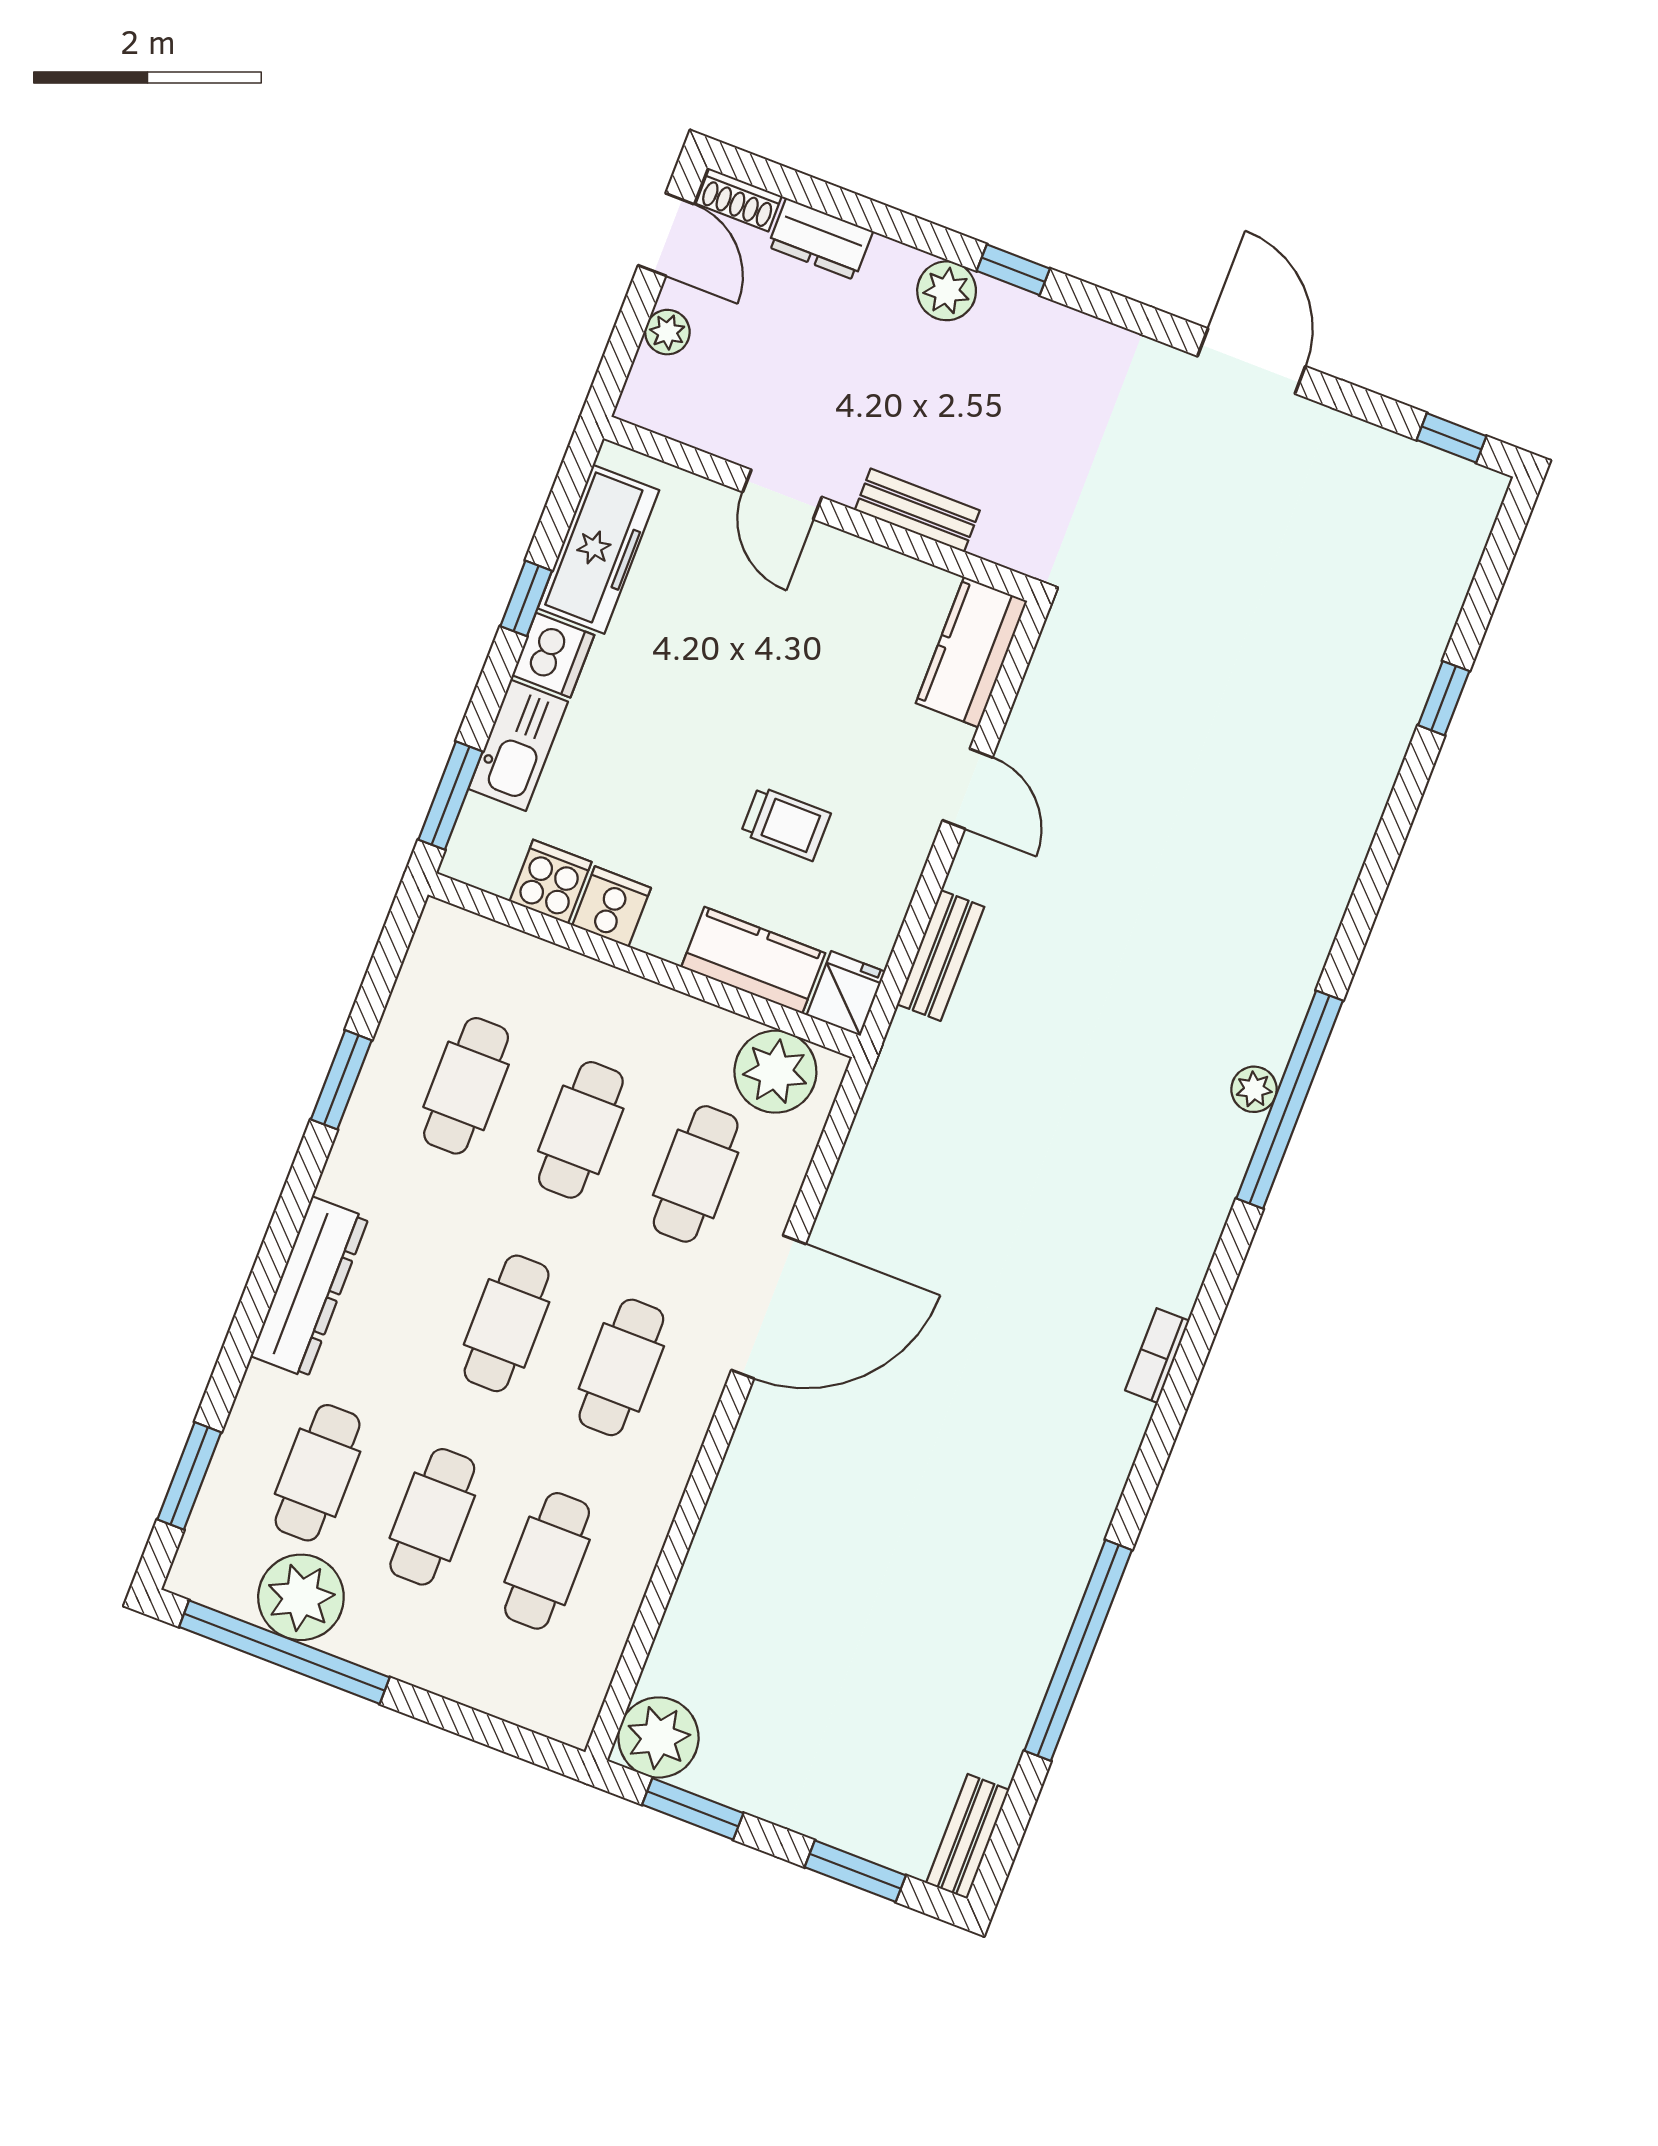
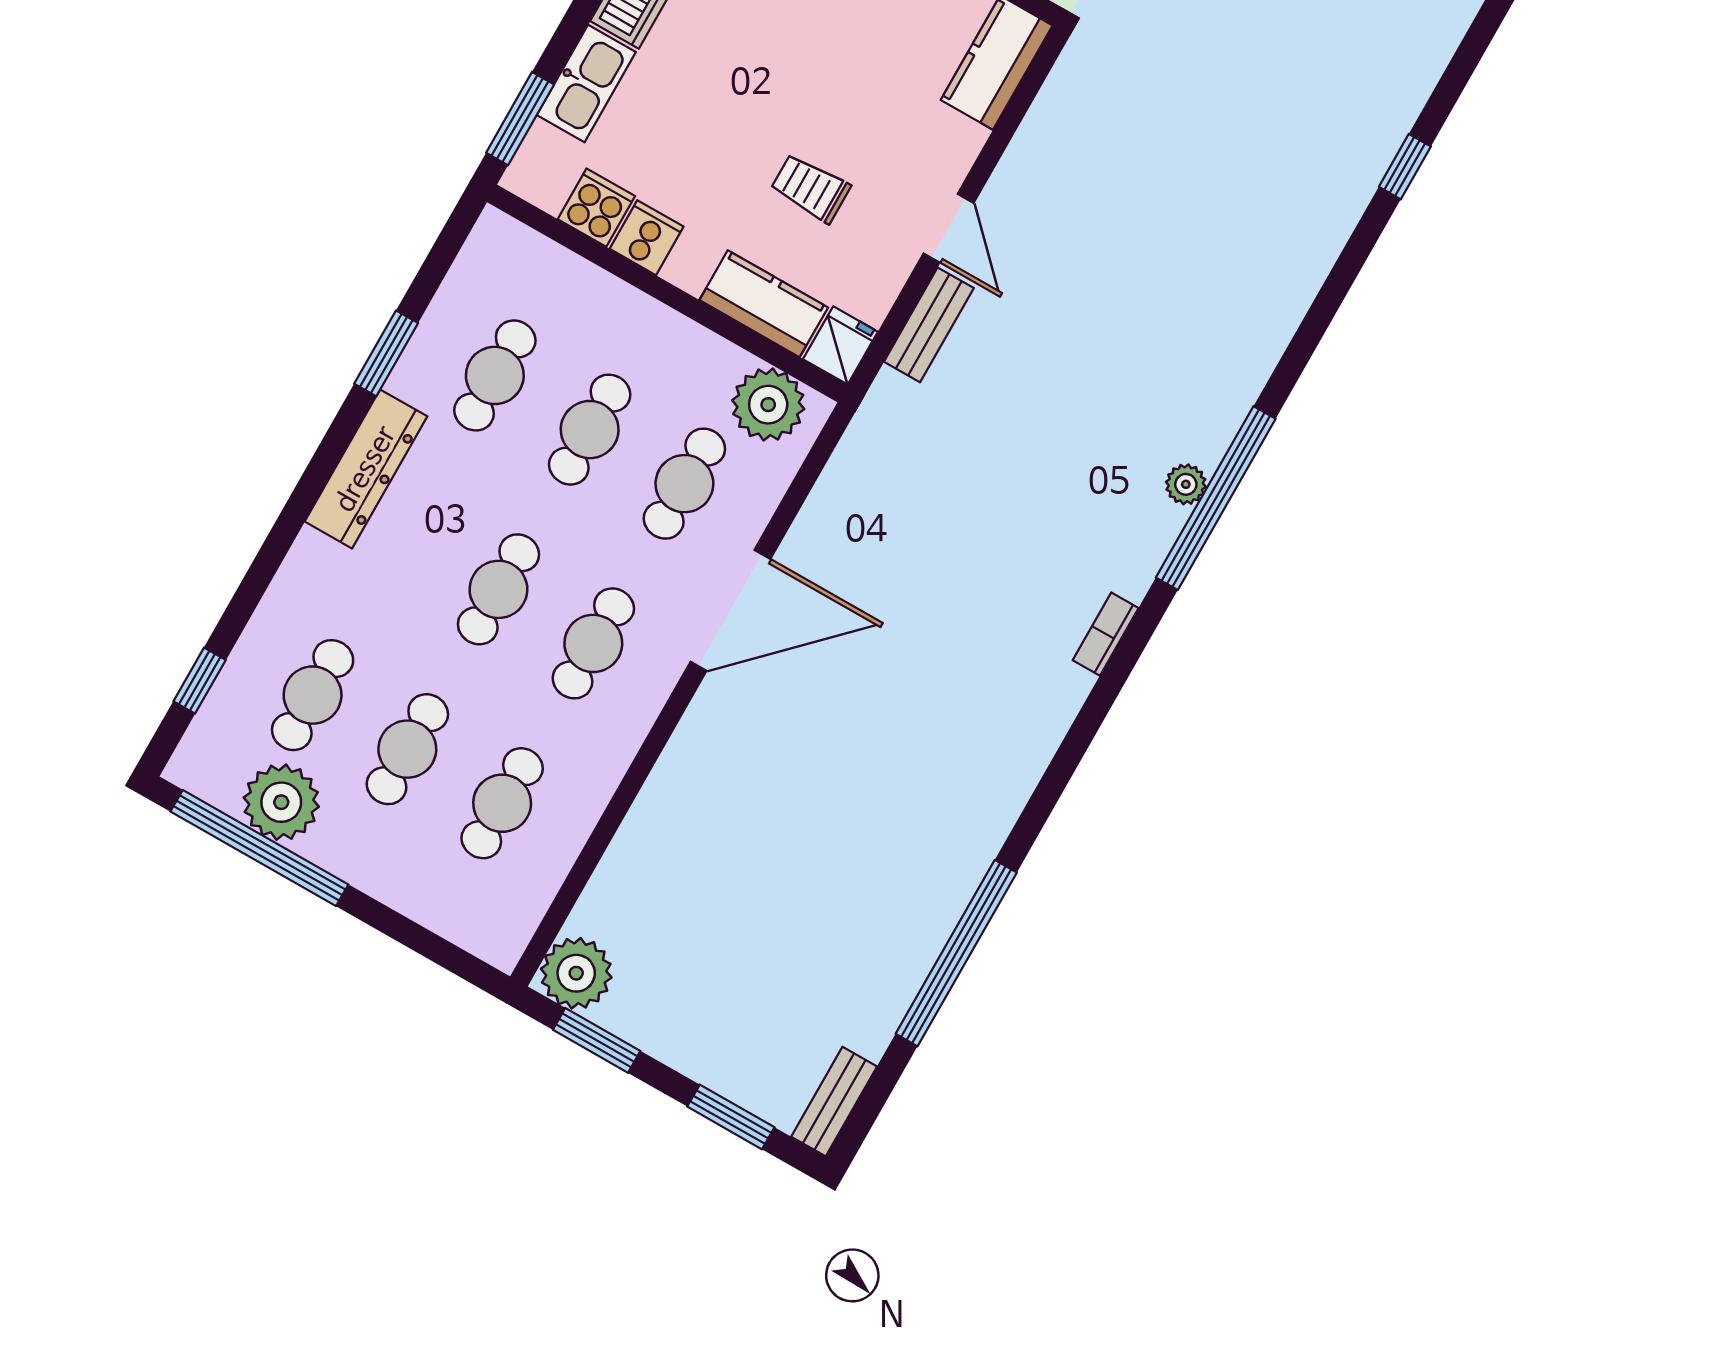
door: (967, 789) -> (949, 228), moved
trolley: (786, 824) -> (811, 188), turned 180
dresser: (310, 1287) -> (366, 469), moved
bookcase: (1157, 1356) -> (1106, 634), moved
window: (189, 1476) -> (200, 681), width x0.67

